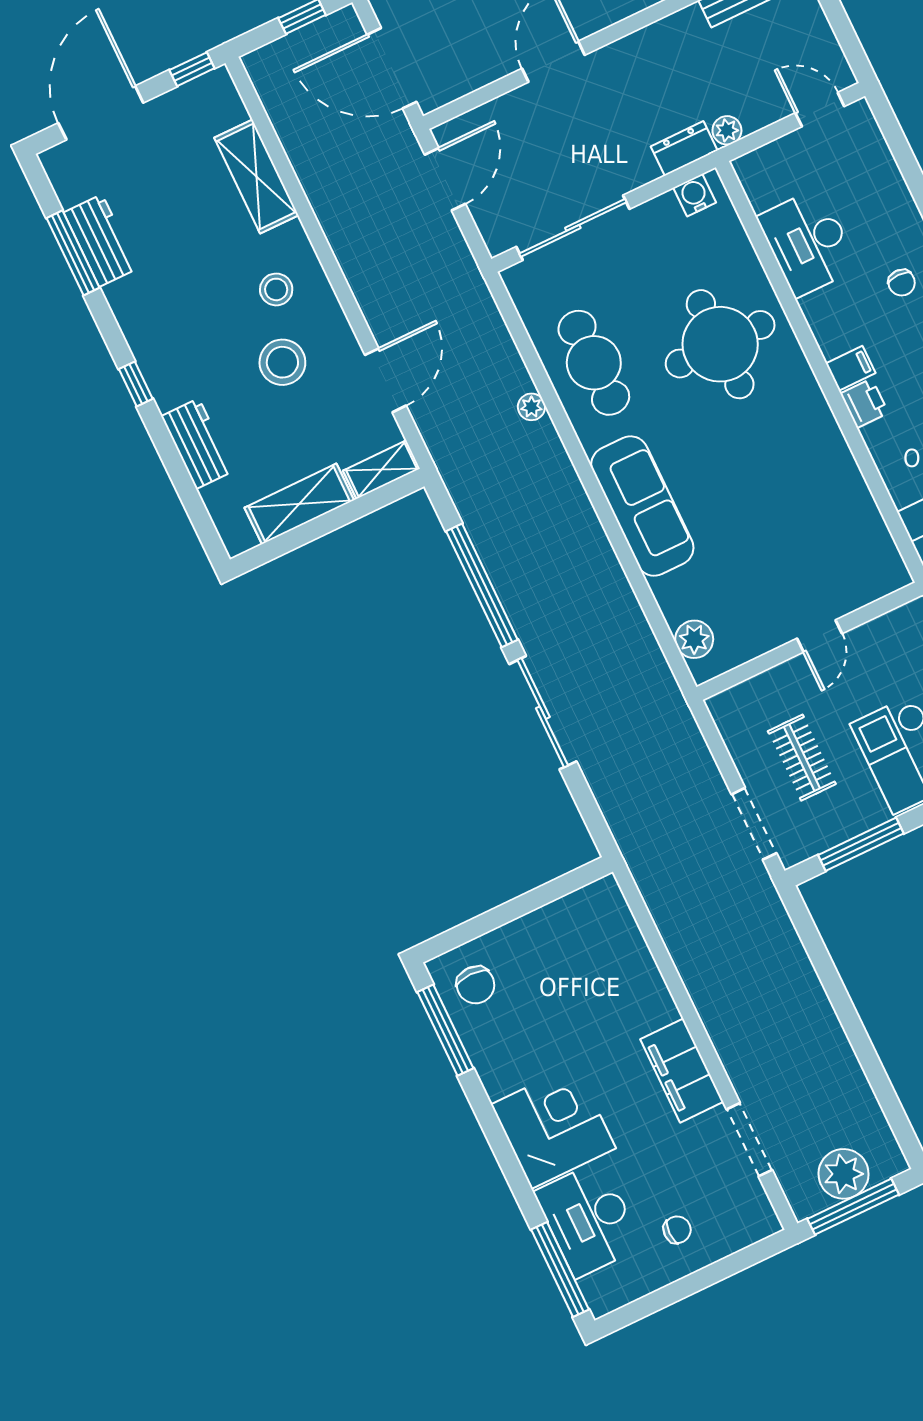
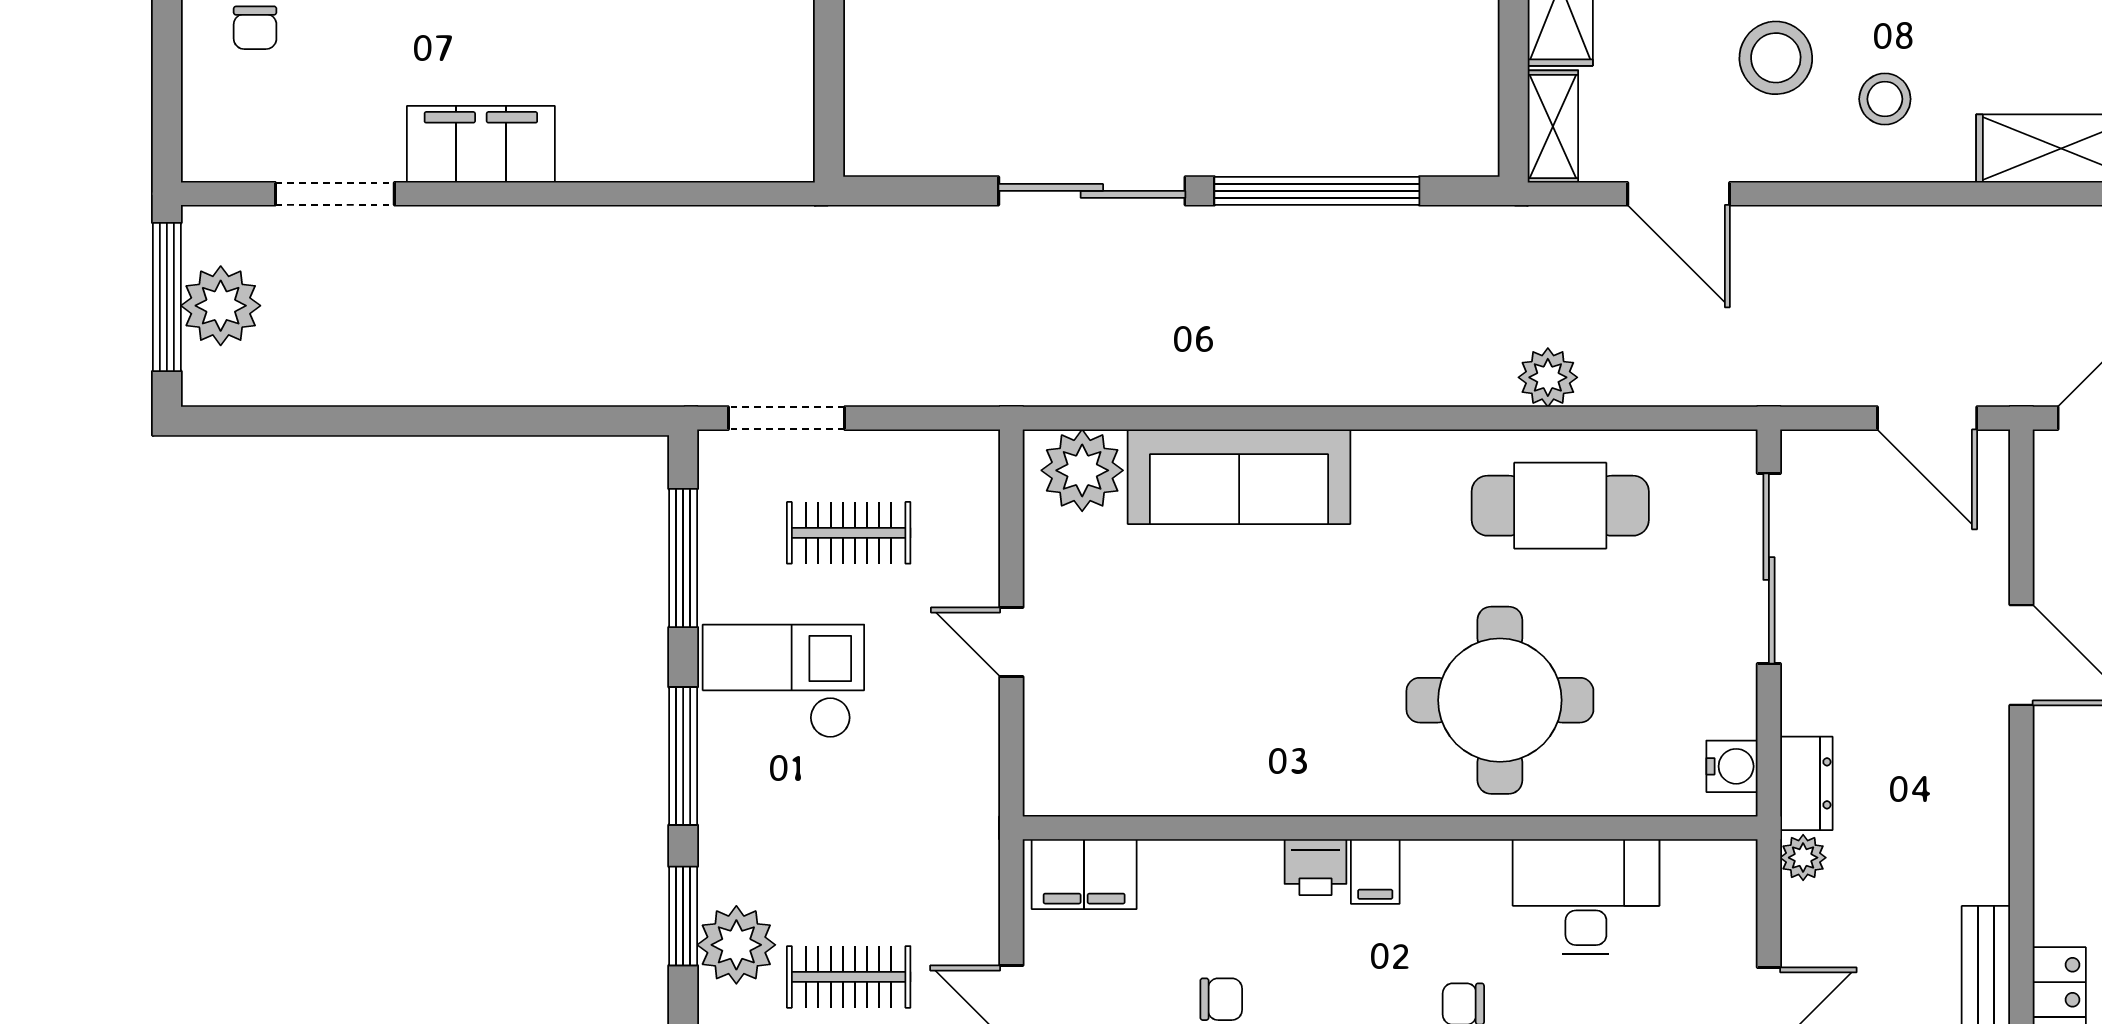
plant: (531, 407) -> (1548, 377), width x1.38, depth x1.38
sofa: (642, 506) -> (1239, 477), moved
plant: (694, 639) -> (1082, 470), width x1.36, depth x1.36

